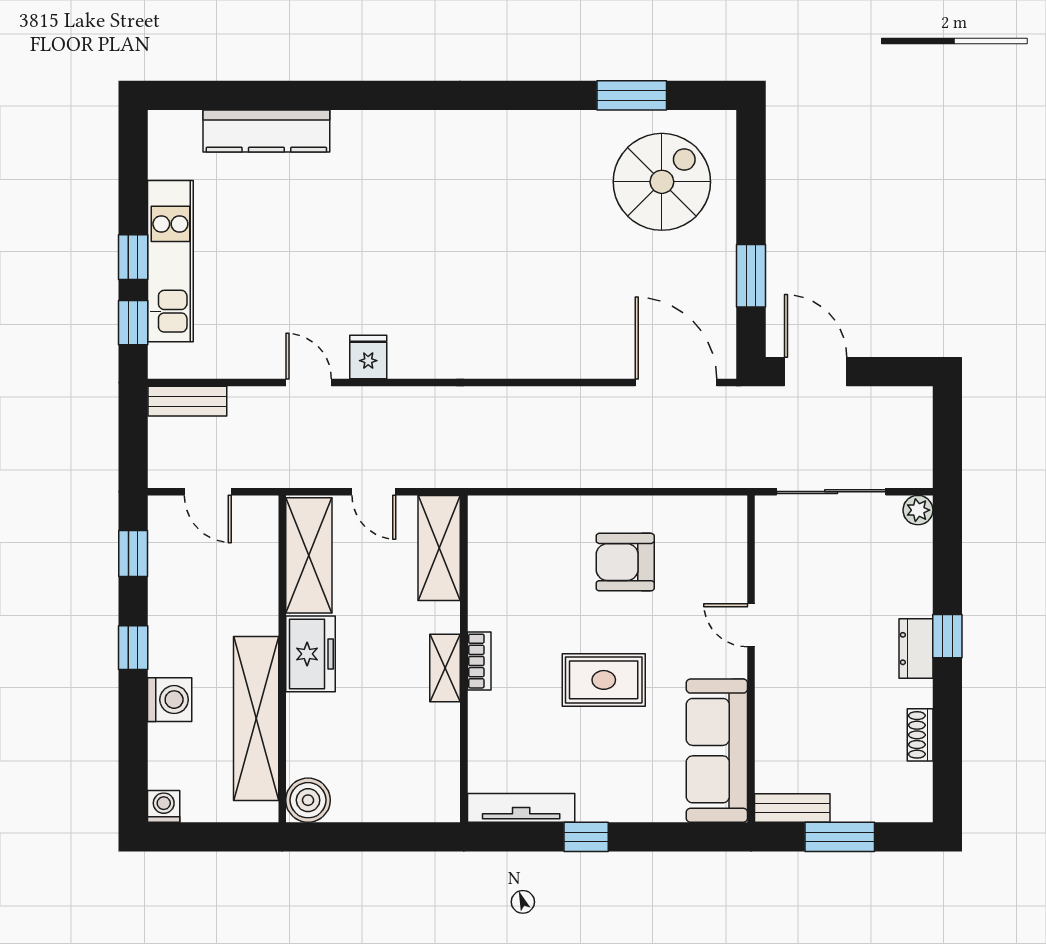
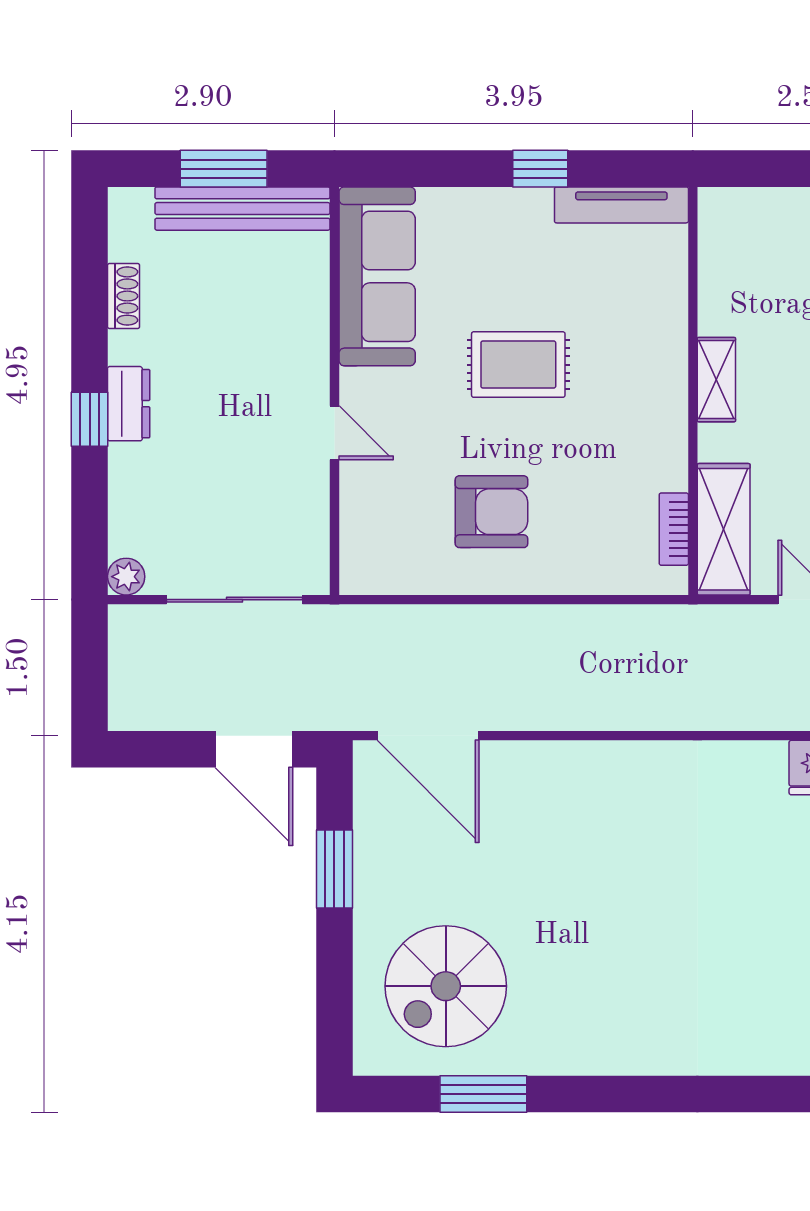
bookcase: (479, 661) -> (674, 529), moved
bench: (792, 808) -> (242, 209), width x1.86, depth x1.21

